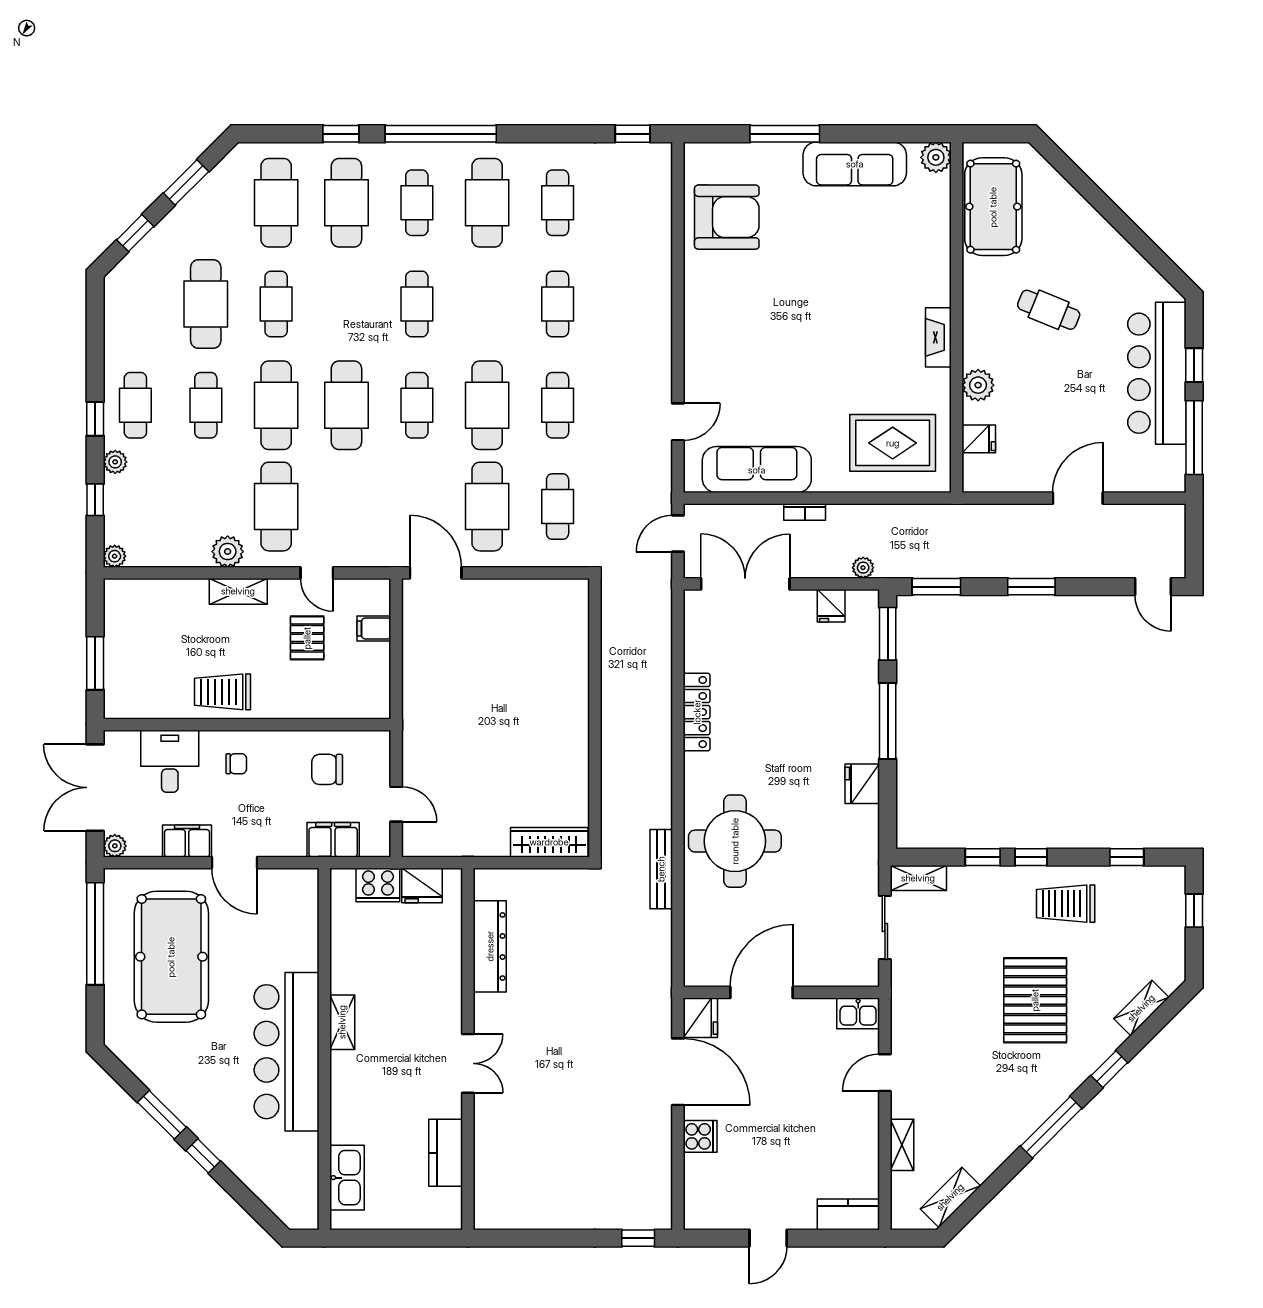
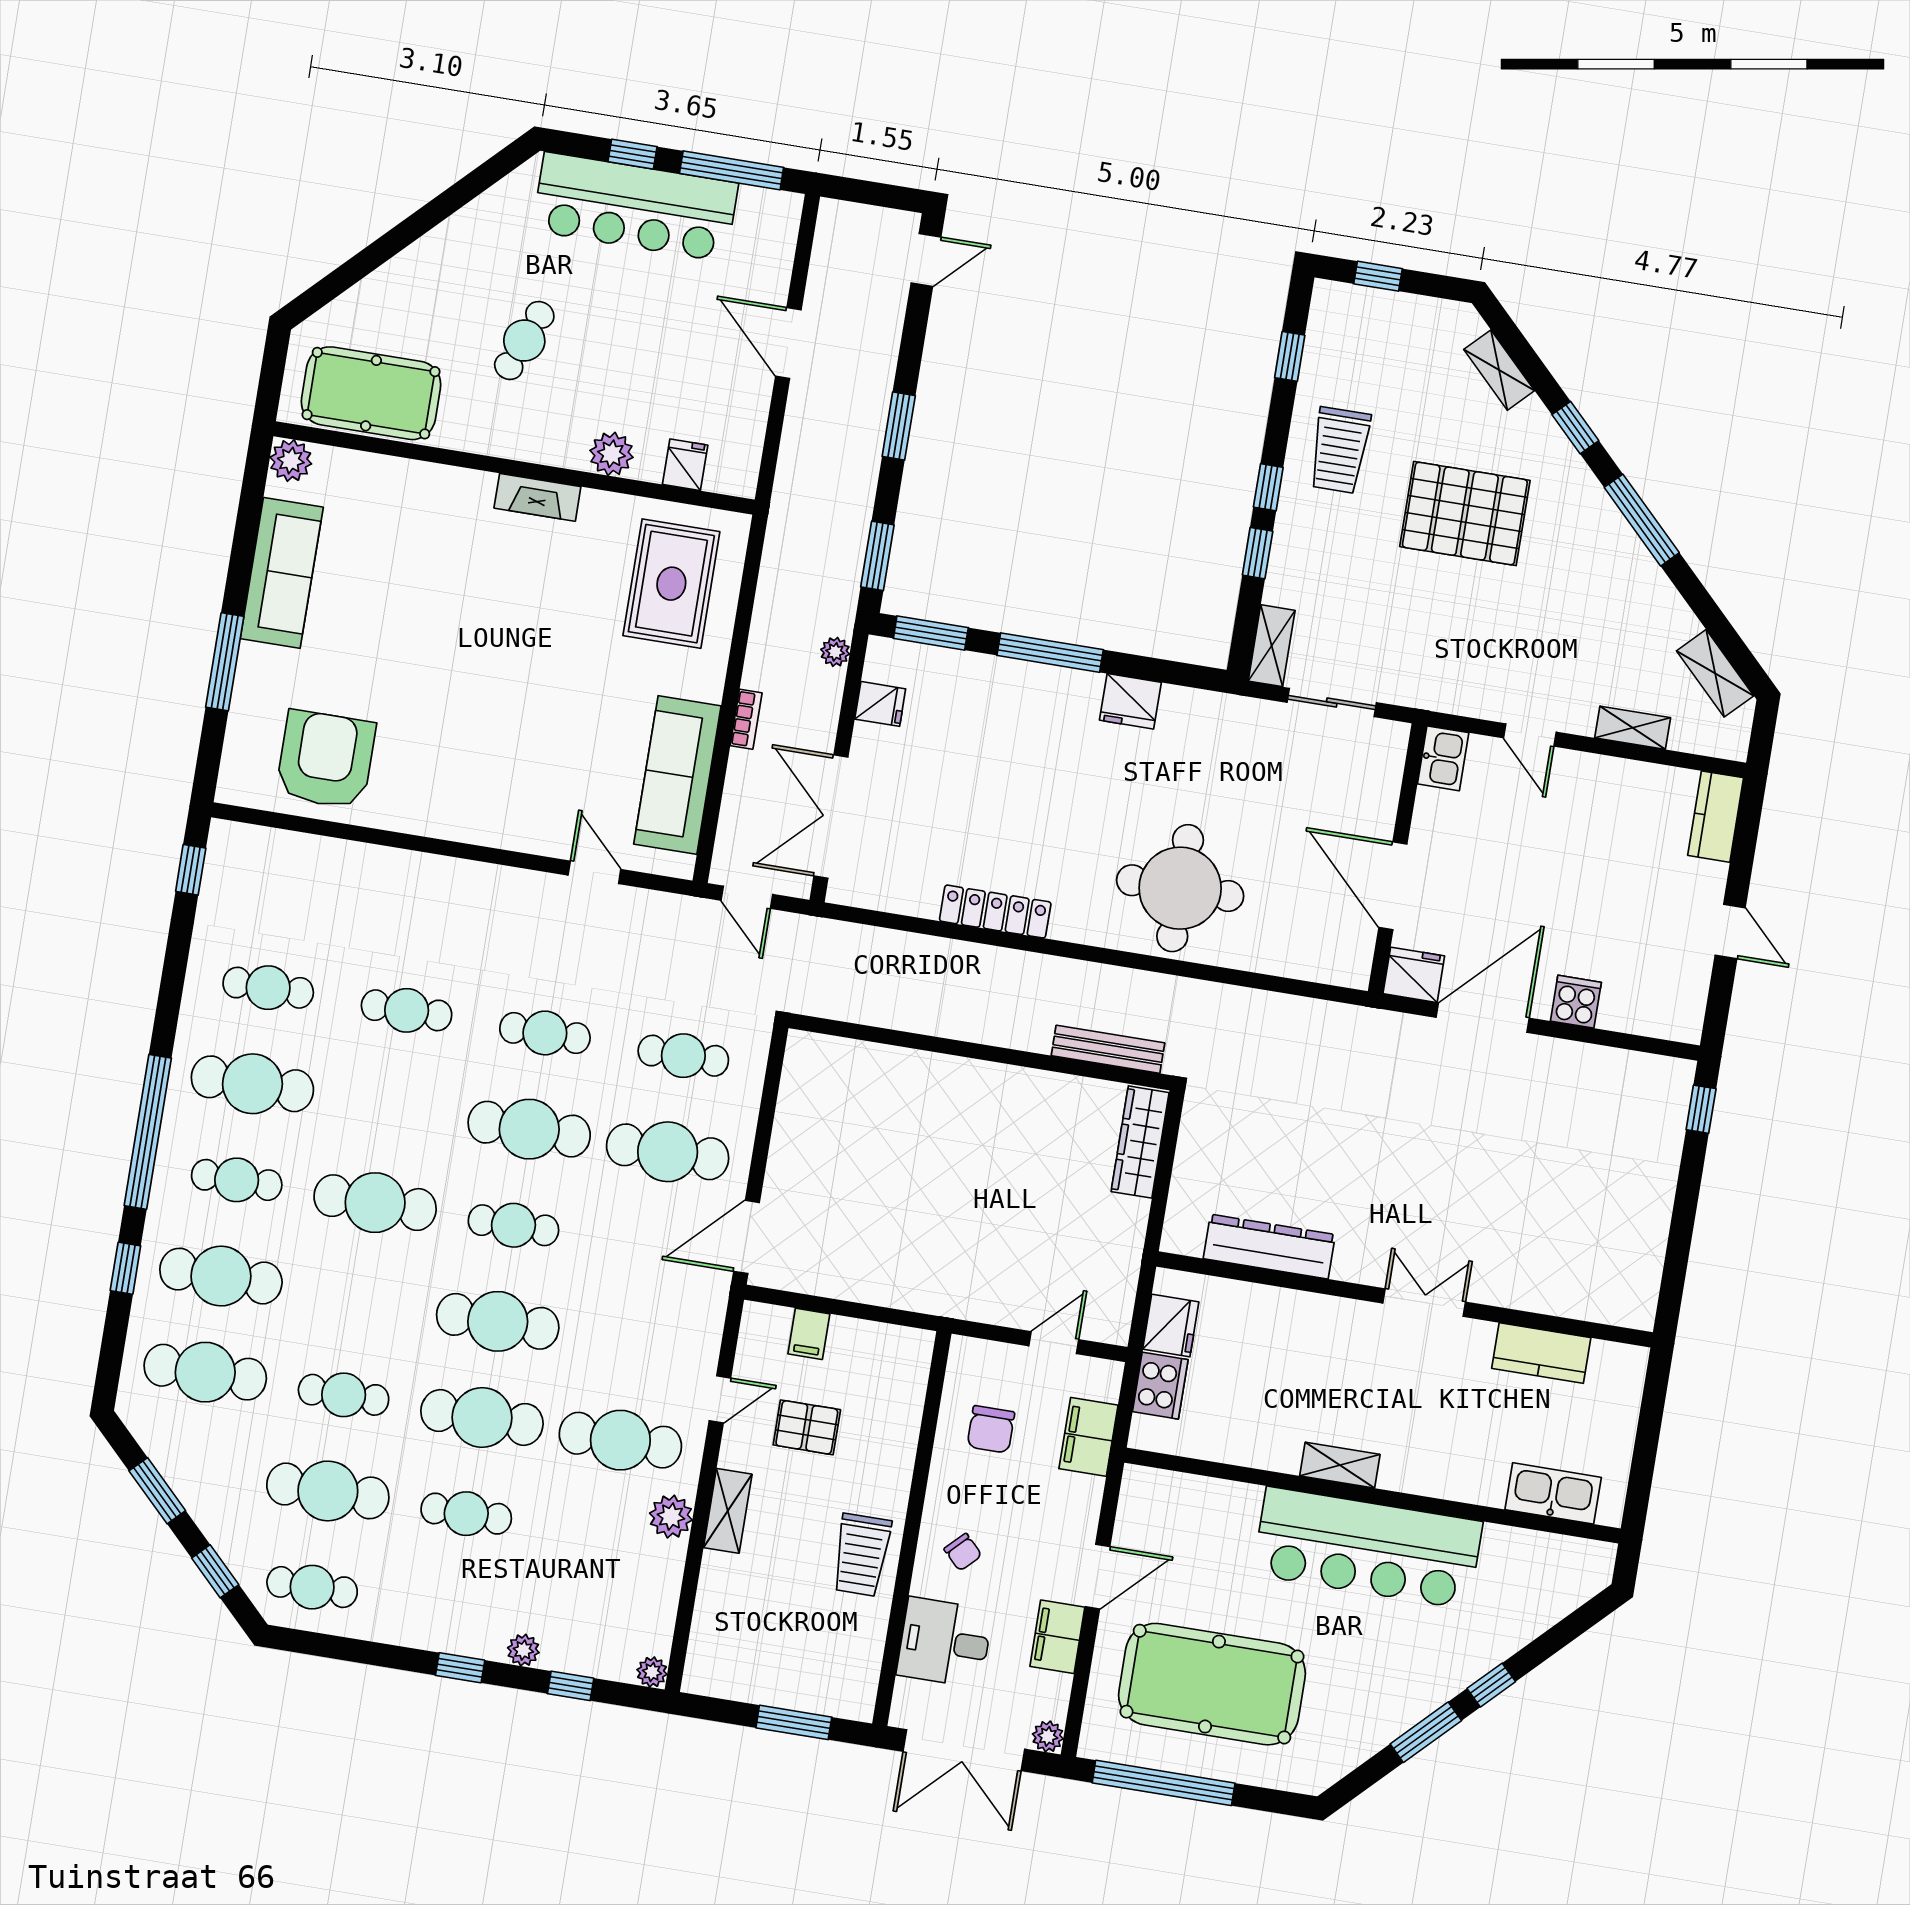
cafe table: (417, 304) -> (375, 1203), width x1.37, depth x1.35
cafe table: (135, 405) -> (312, 1587), moved
chair: (236, 764) -> (963, 1552), turned 135
bench: (661, 869) -> (1108, 1049), moved

